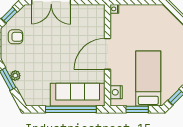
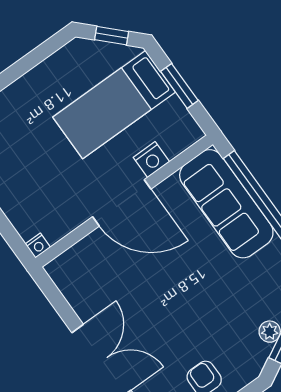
nightstand: (116, 92) -> (151, 160), moved

